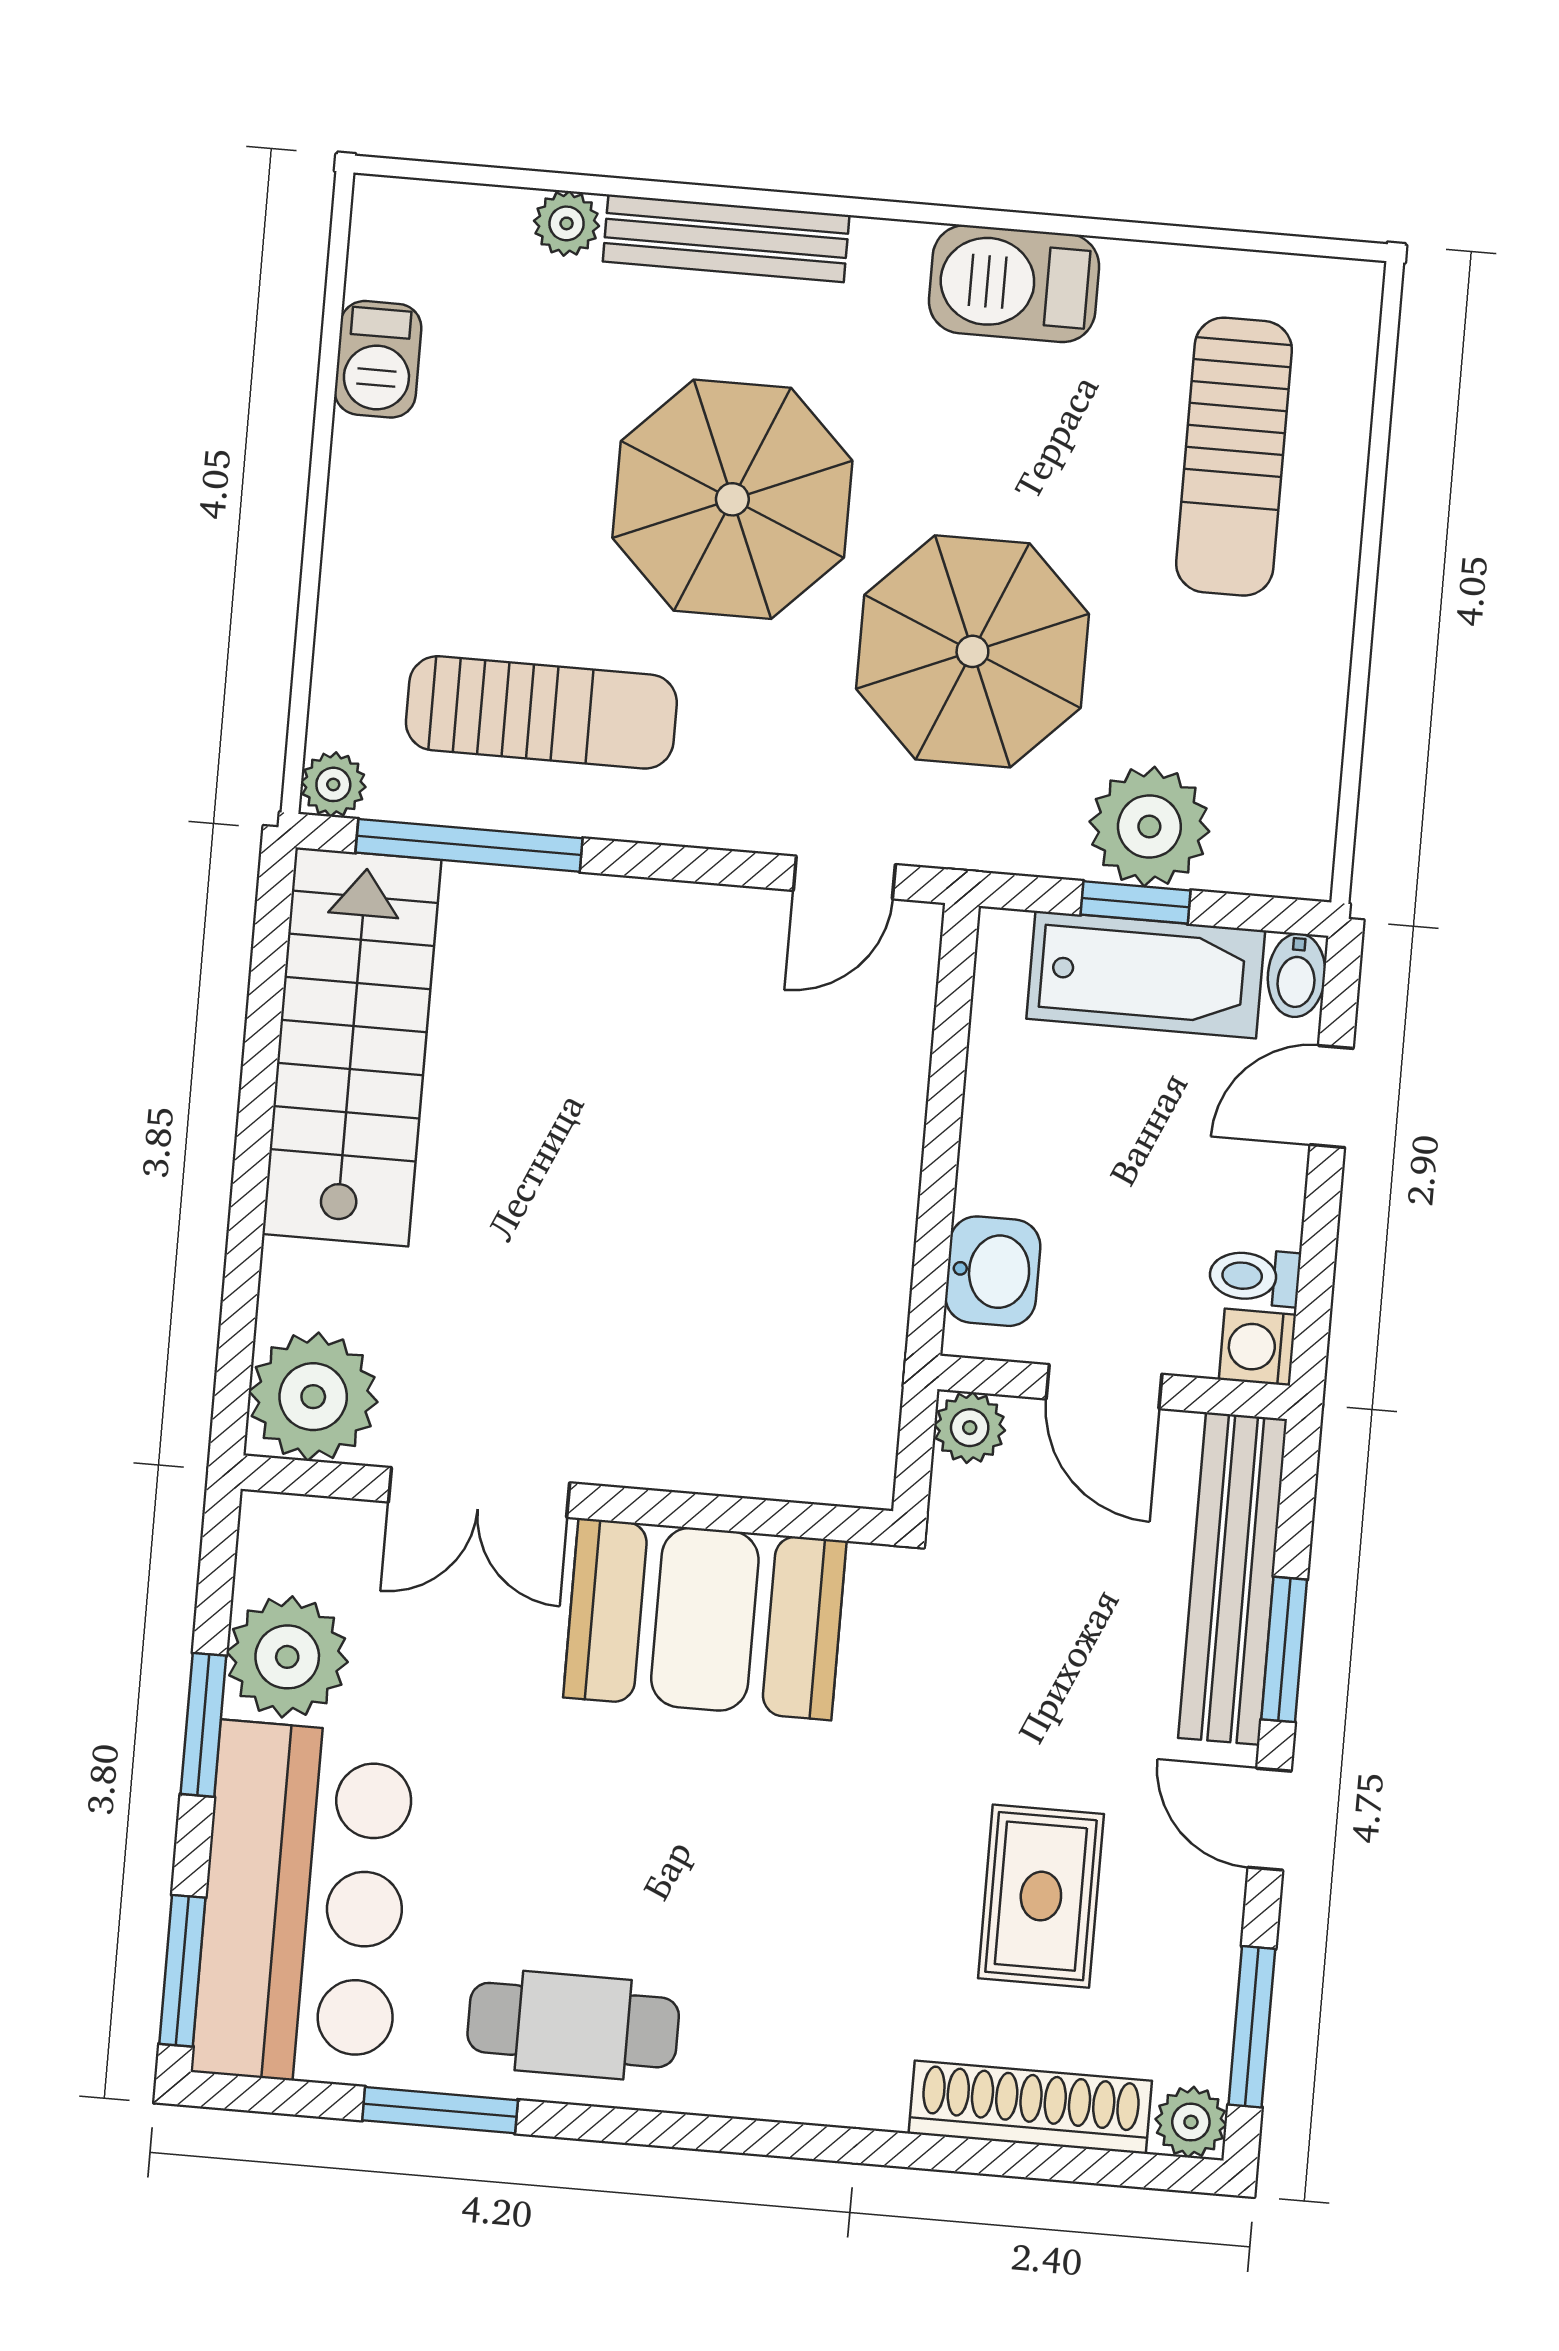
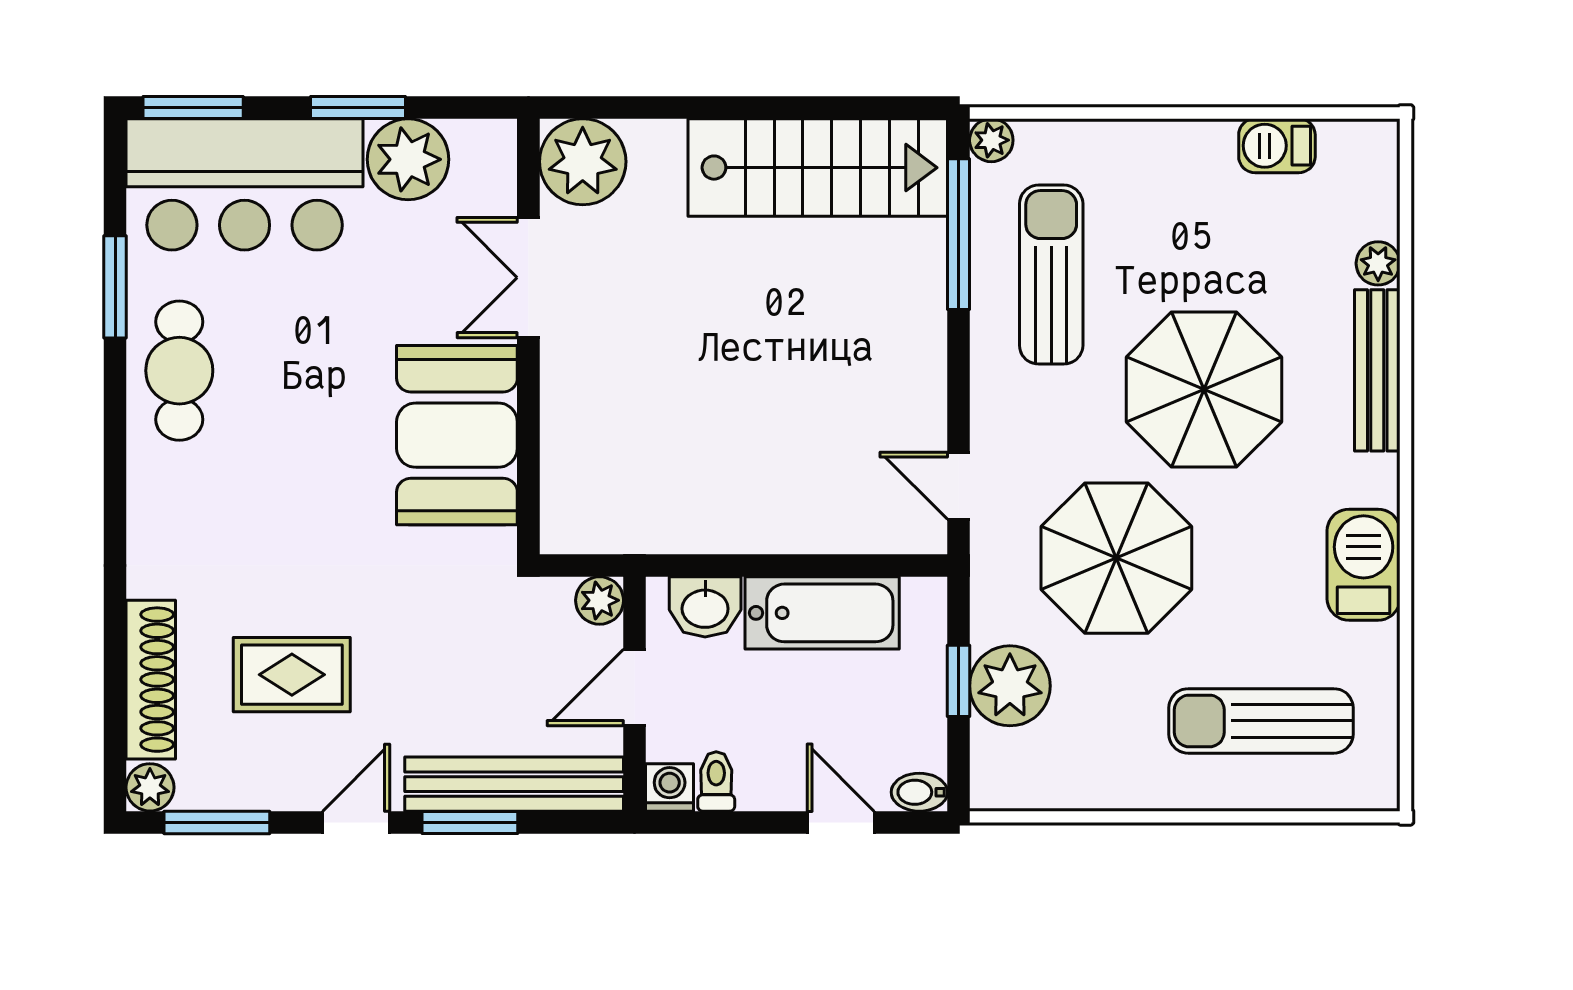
sun lounger: (541, 712) -> (1051, 275), turned 180
bathtub: (1146, 975) -> (822, 613), moved, turned -90

